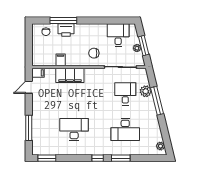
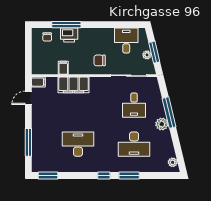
plant: (146, 91) -> (162, 124), moved
desk: (125, 94) -> (134, 105), turned 180

